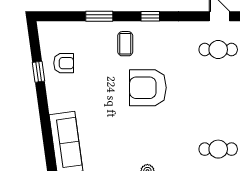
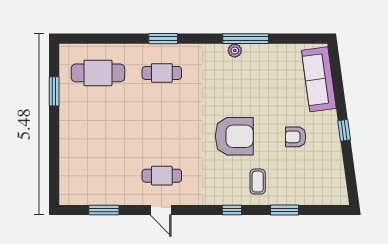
armchair: (64, 63) -> (296, 137), moved
window: (38, 72) -> (344, 130), moved

